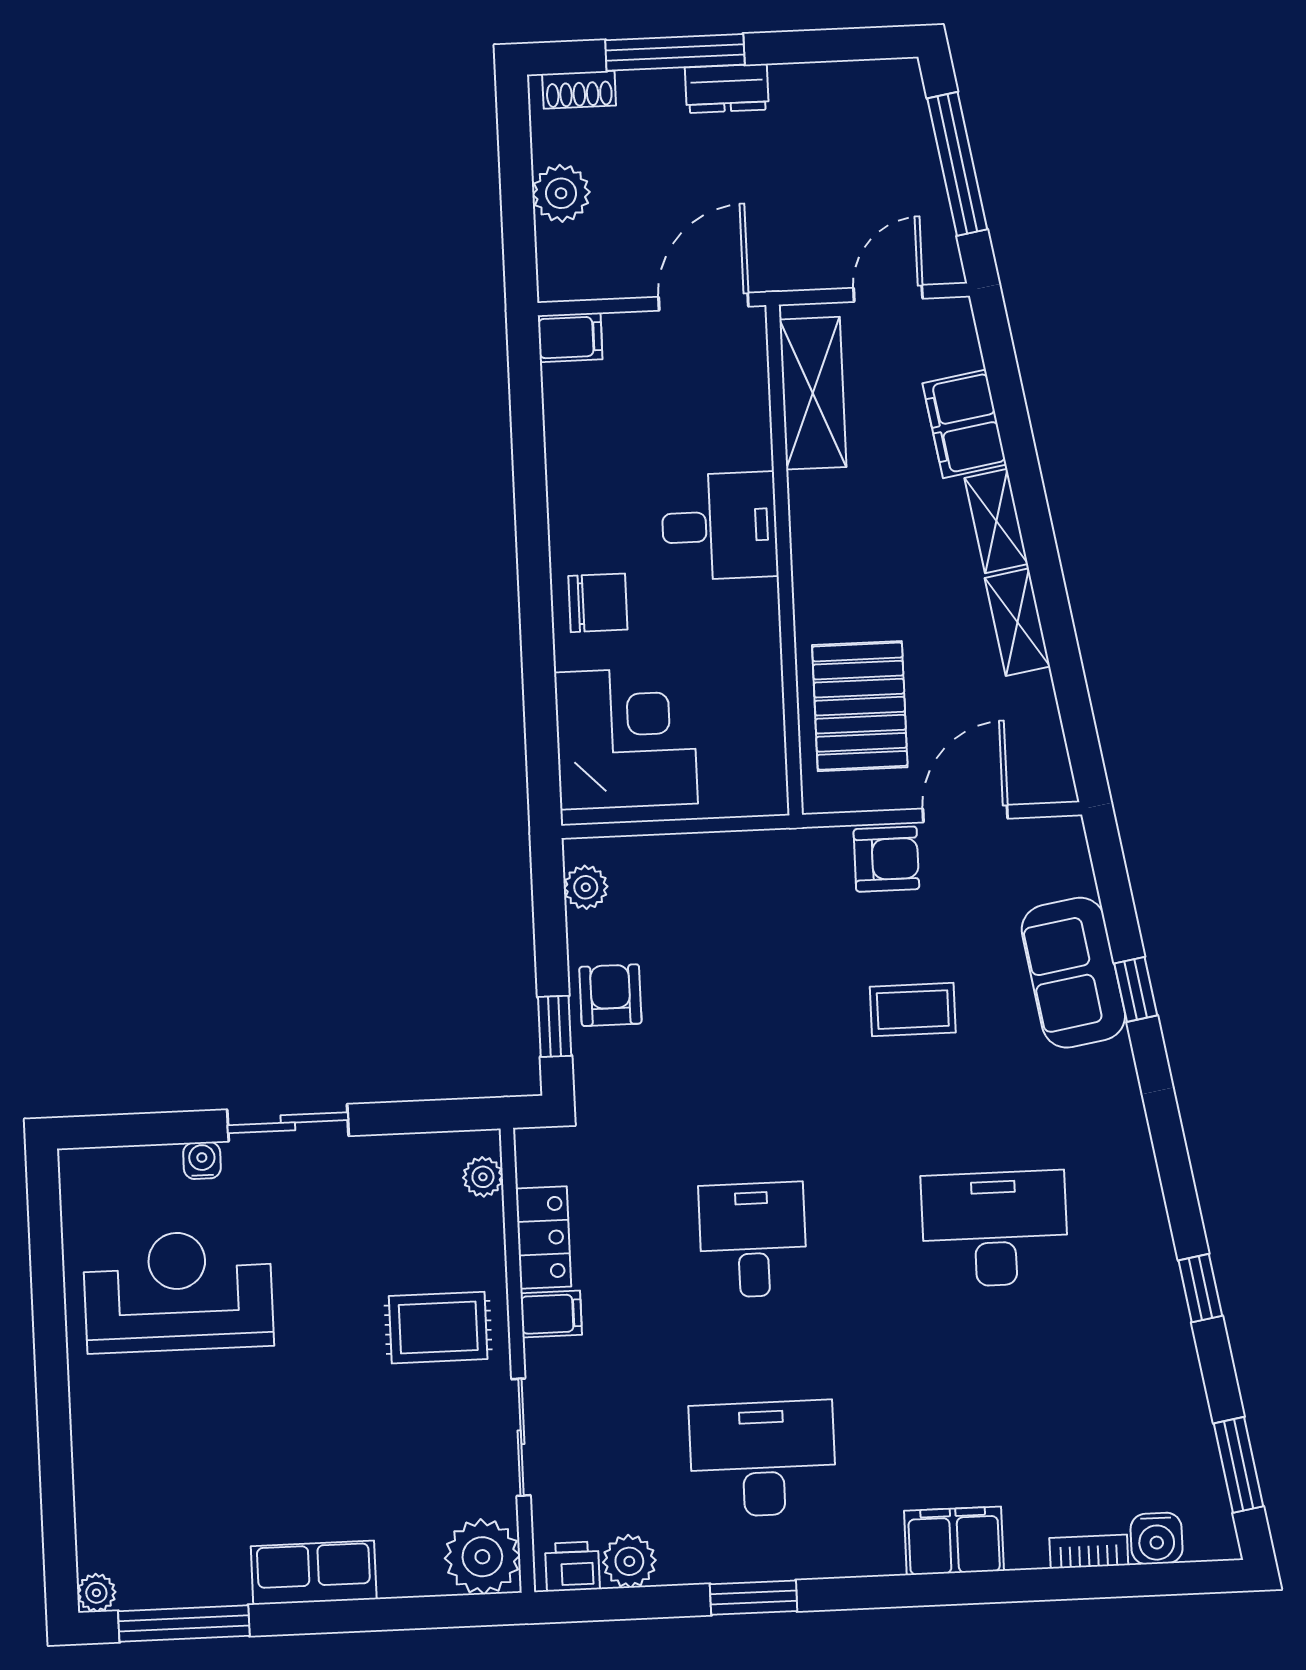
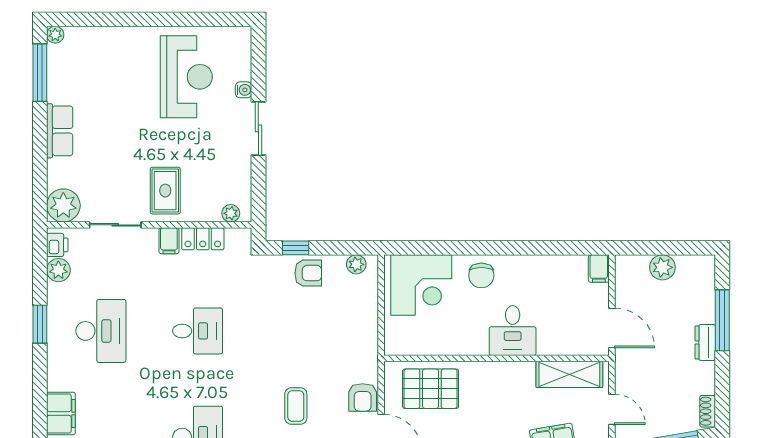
shoe rack: (579, 90) -> (708, 411), moved

